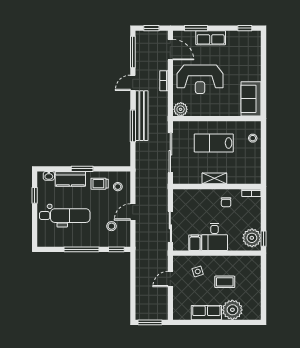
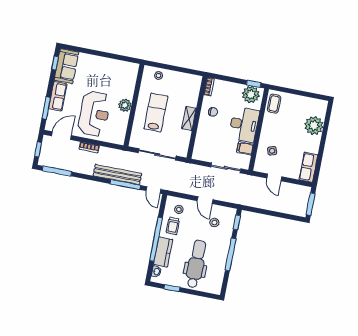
door: (133, 83) -> (153, 190), moved
sofa: (251, 99) -> (66, 66), moved, turned -90
plant: (181, 109) -> (125, 105), moved
lab bench: (214, 143) -> (156, 113), turned 180
window: (82, 169) -> (156, 239), width x2.11
desk: (215, 237) -> (244, 124), width x1.37
coffee table: (225, 282) -> (274, 104), moved
row of seats: (206, 313) -> (308, 167), moved

